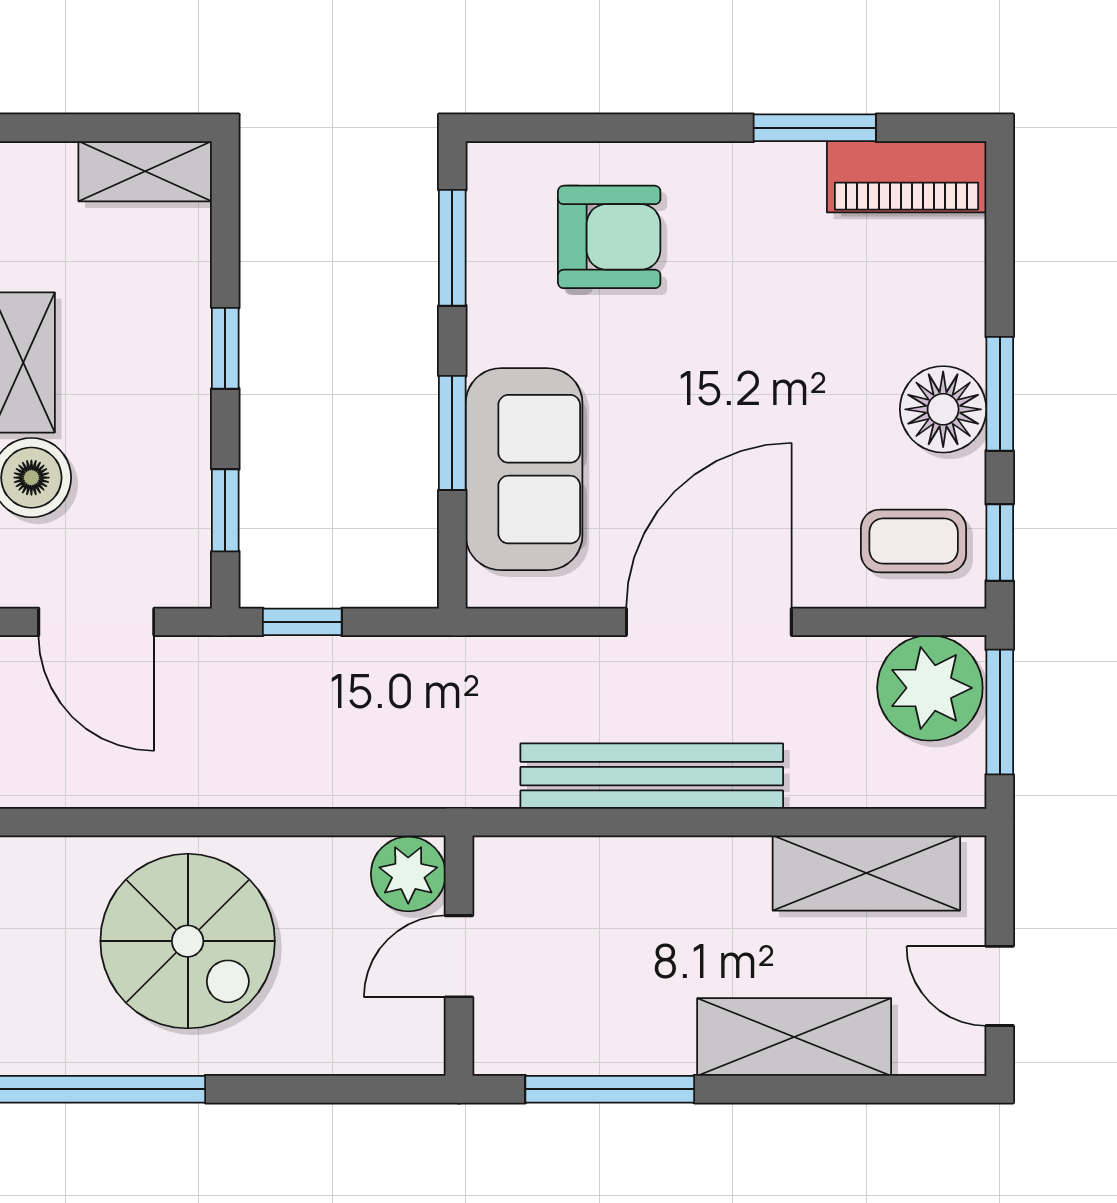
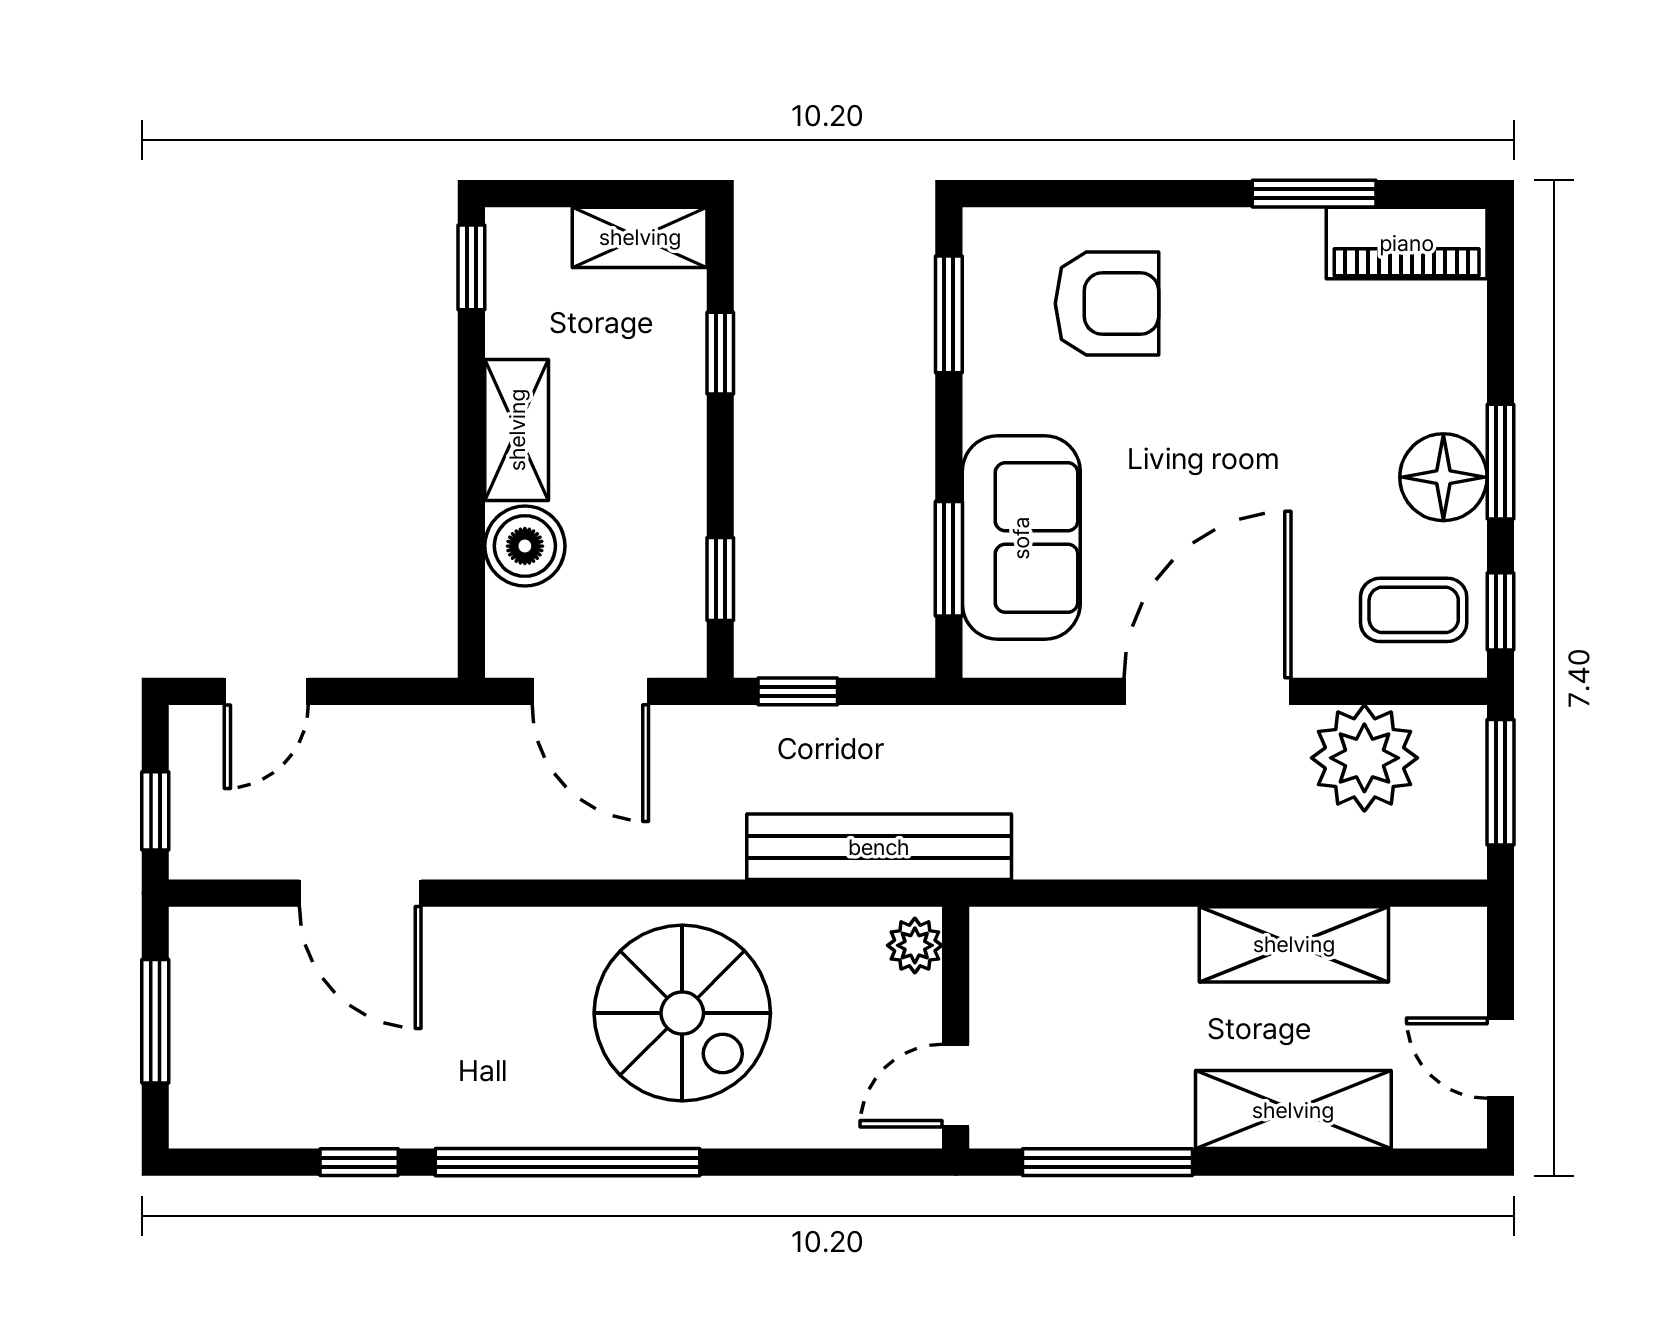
window: (225, 348) -> (720, 353), moved
window: (452, 433) -> (949, 559), moved
plant: (930, 688) -> (1364, 758), moved
bench: (652, 776) -> (879, 847), moved
shelving: (866, 873) -> (1294, 944), moved
plant: (408, 874) -> (915, 945), width x0.73, depth x0.73
door: (459, 956) -> (956, 1086), moved

